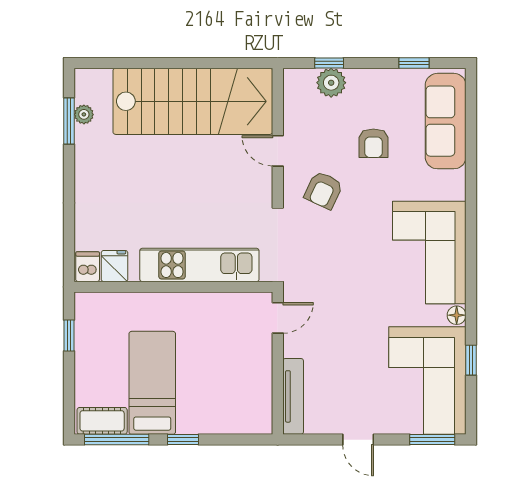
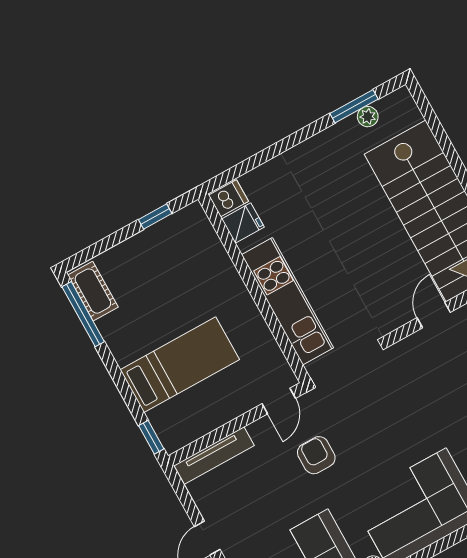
armchair: (323, 190) -> (316, 455), moved, turned 65
door: (278, 318) -> (279, 401), hinge flipped
bed: (152, 383) -> (180, 365), moved
window: (183, 440) -> (151, 437), moved

